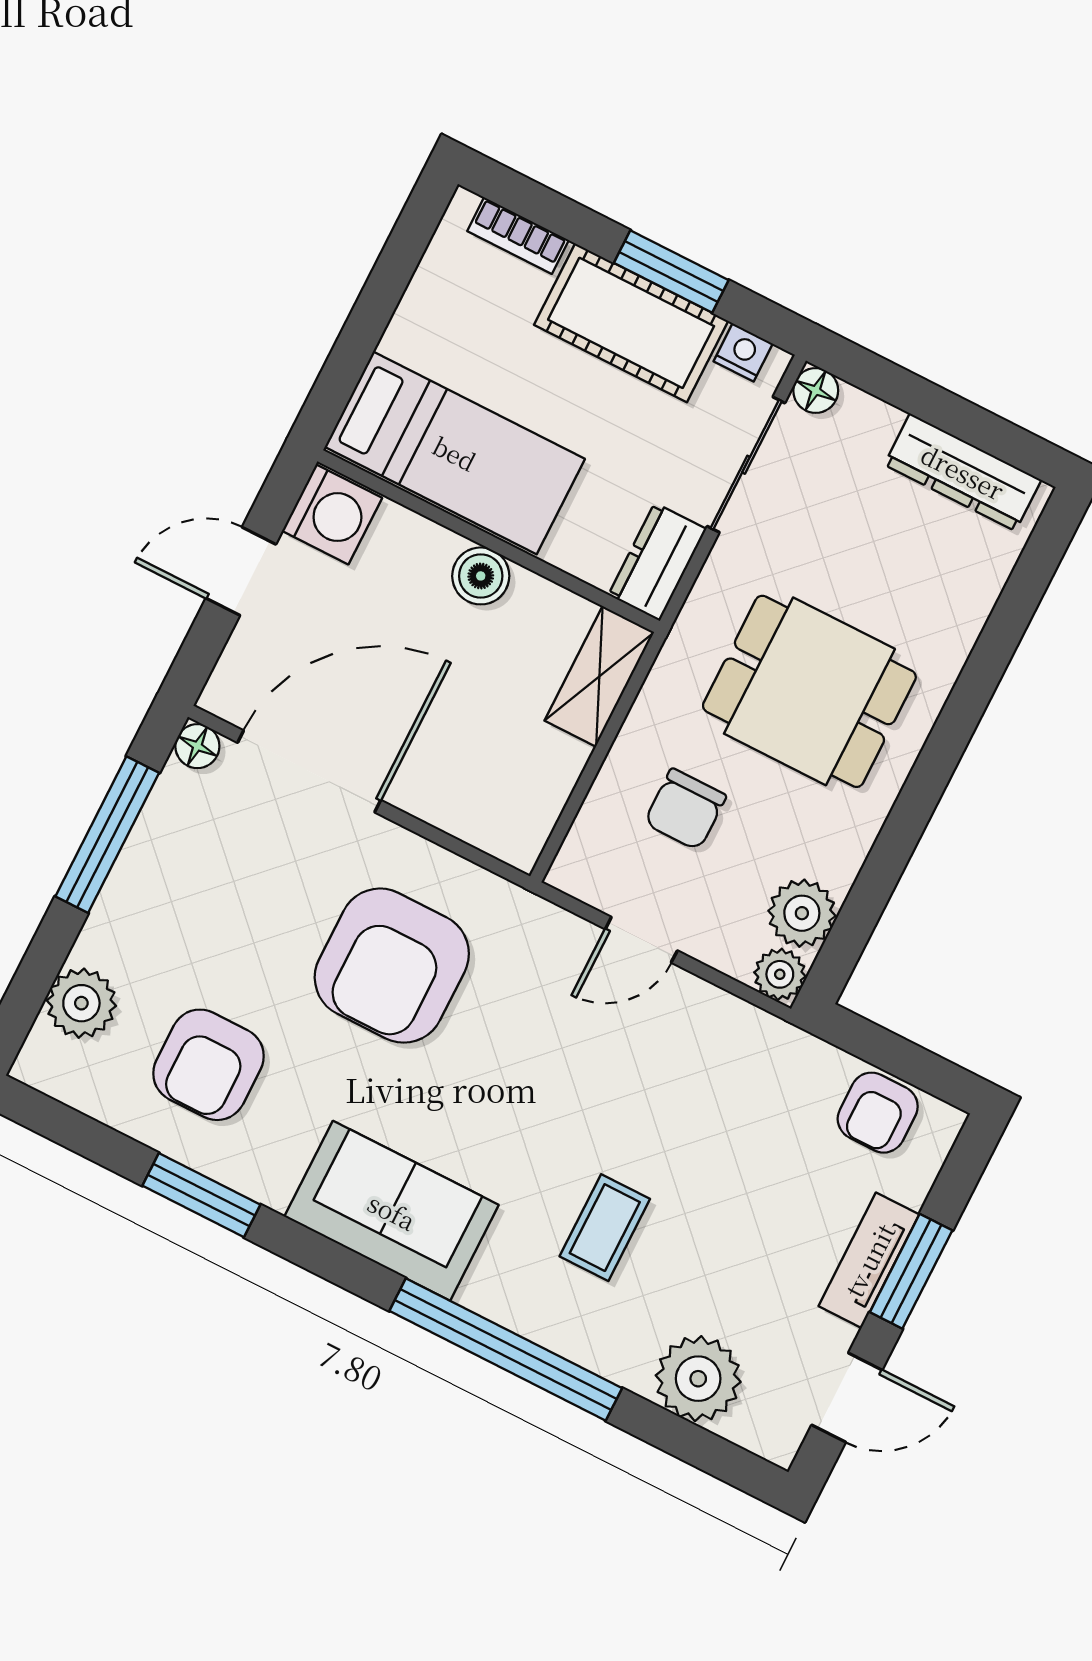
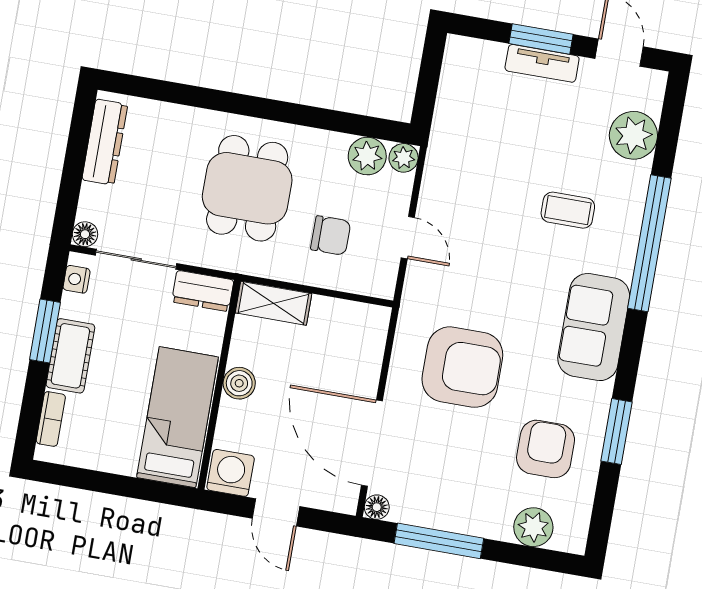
cot: (631, 323) -> (70, 356), width x0.73, depth x0.75
armchair: (208, 1065) -> (546, 449), turned -90
armchair: (878, 1113) -> (462, 83), removed

